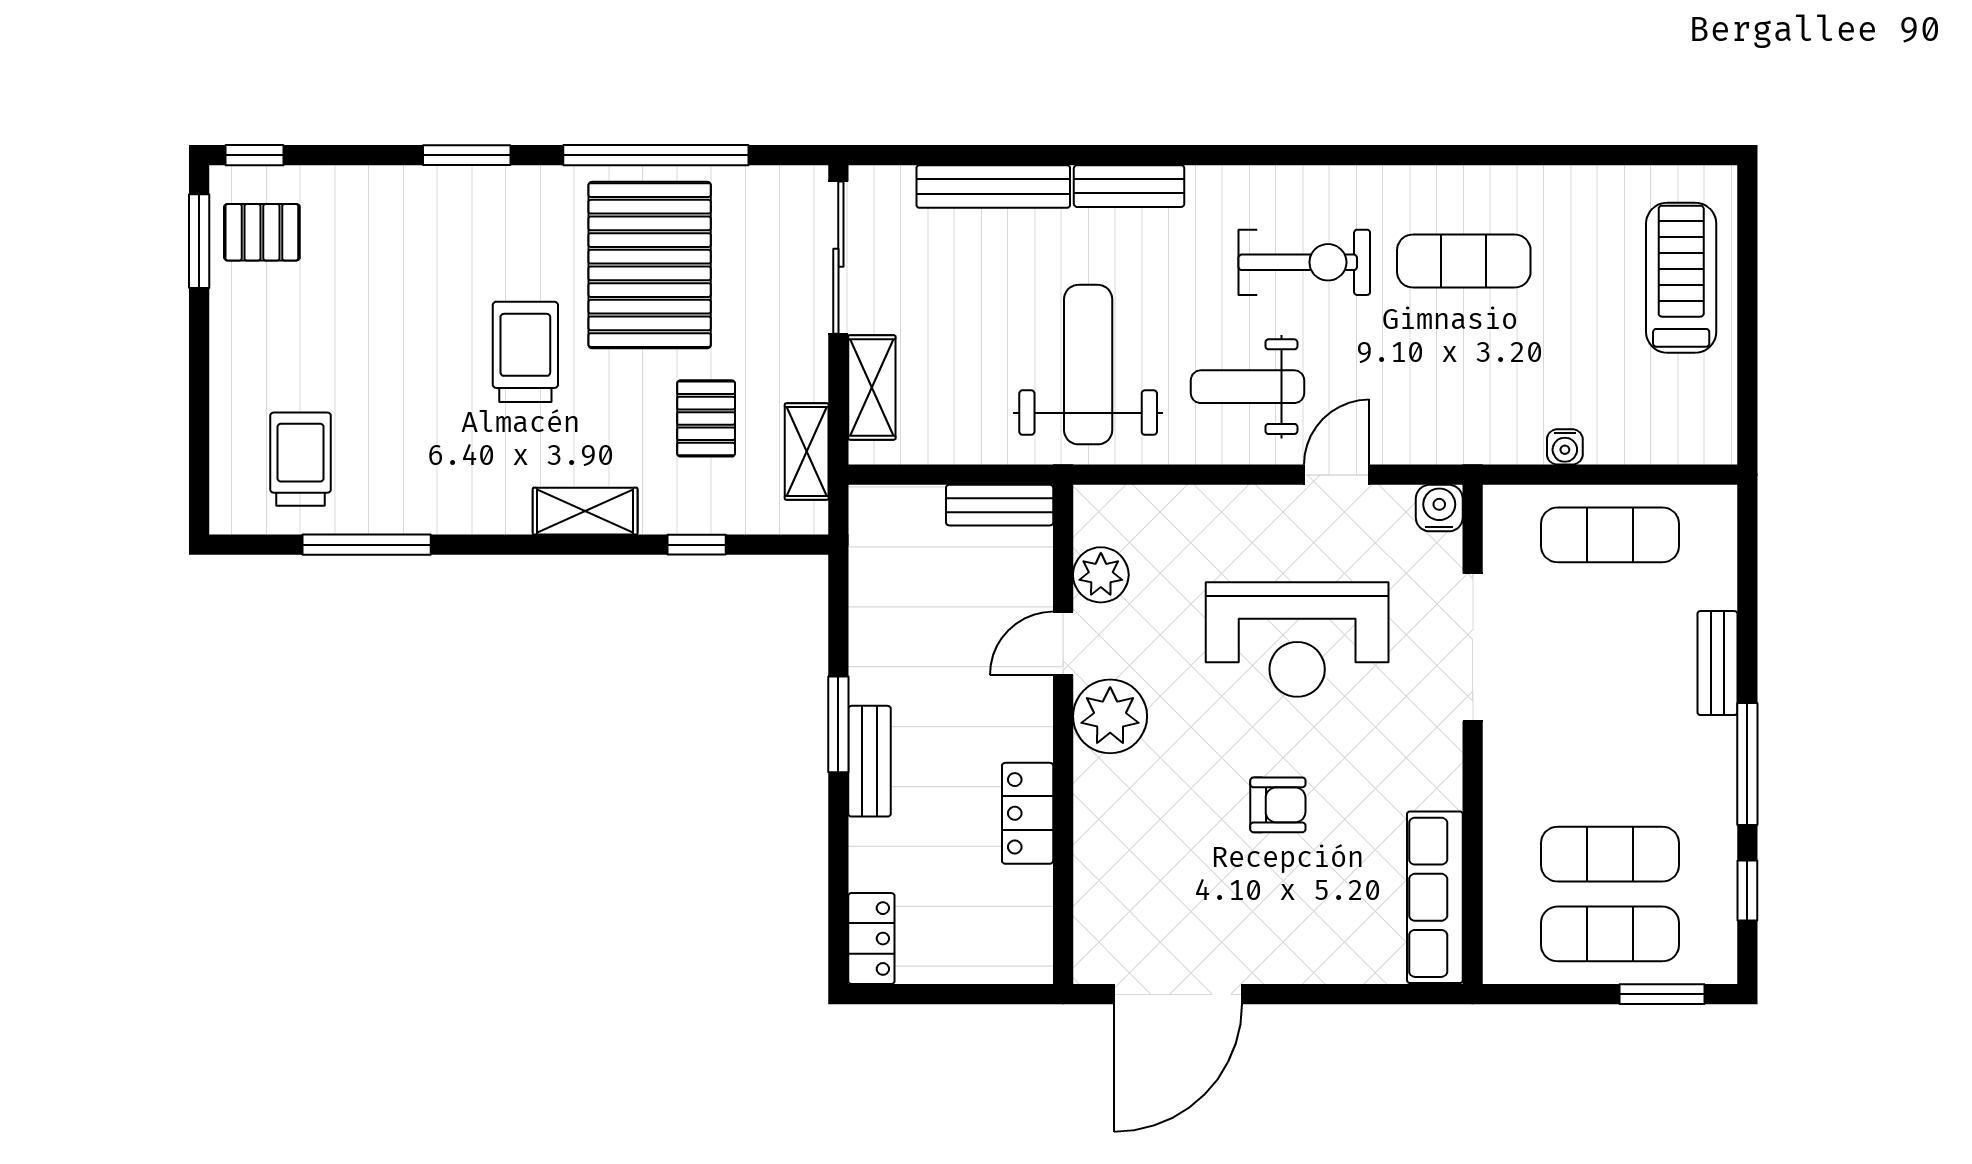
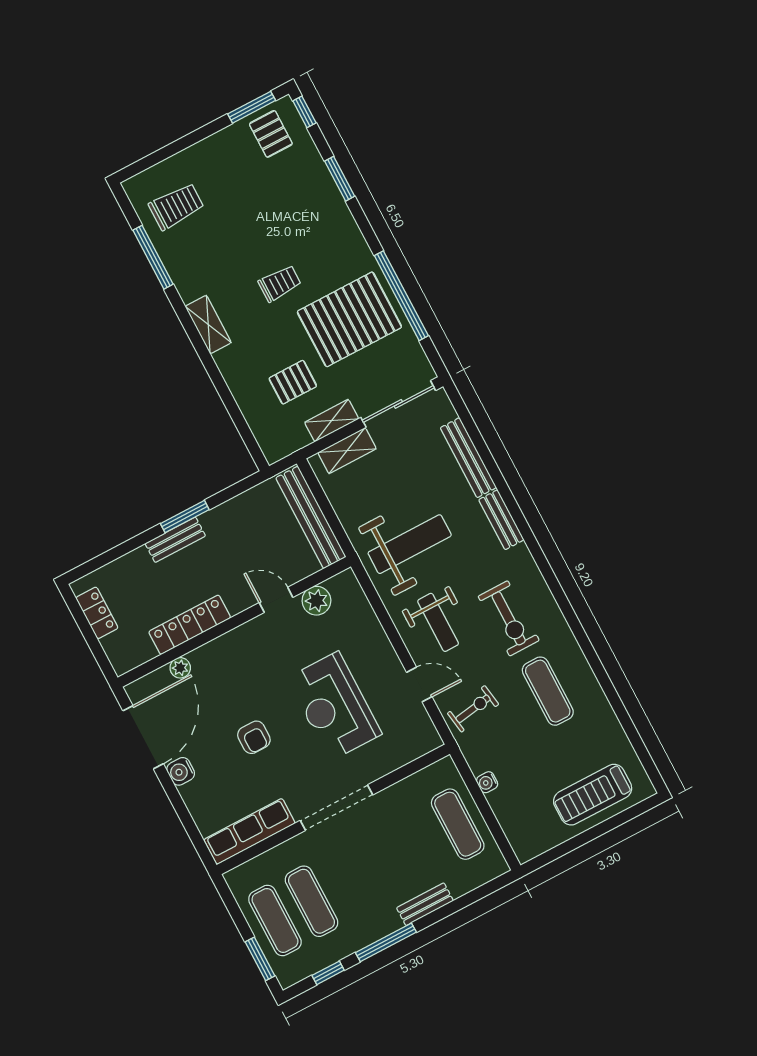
window: (467, 155) -> (340, 179), moved
treadmill: (1681, 278) -> (593, 795), turned 180
trolley: (525, 352) -> (280, 283), width x0.73, depth x0.72
weight bench: (1248, 387) -> (438, 622), turned 180
exercise bike: (1427, 405) -> (473, 709), added
shelving: (807, 452) -> (332, 421), moved
bench: (1000, 505) -> (311, 517), width x1.86, depth x1.21
water cooler: (1439, 508) -> (181, 771), moved, turned 180
shelving: (585, 511) -> (208, 324), moved
window: (697, 545) -> (233, 408), removed
doorway: (1473, 647) -> (336, 808), moved
plant: (1110, 716) -> (180, 668), moved, width x0.53, depth x0.53
locker: (1028, 813) -> (190, 625), width x1.53
locker: (871, 939) -> (97, 613), moved, turned -90
door: (1178, 994) -> (143, 737), swing flipped

